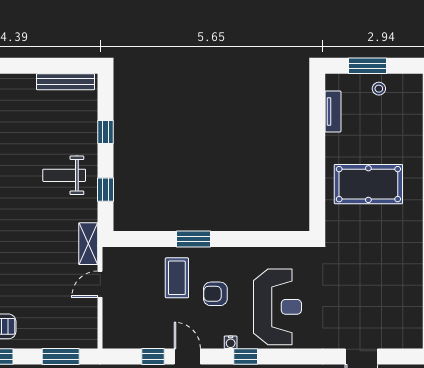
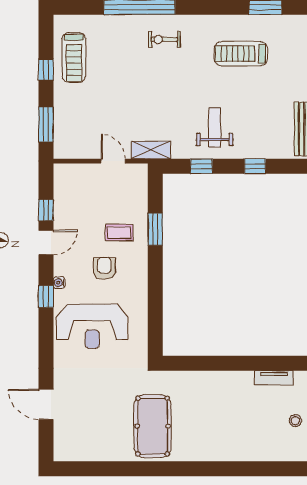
pool table: (368, 184) -> (153, 426), moved
window: (194, 239) -> (155, 229), moved
coffee table: (177, 278) -> (119, 233), width x0.73, depth x0.77

